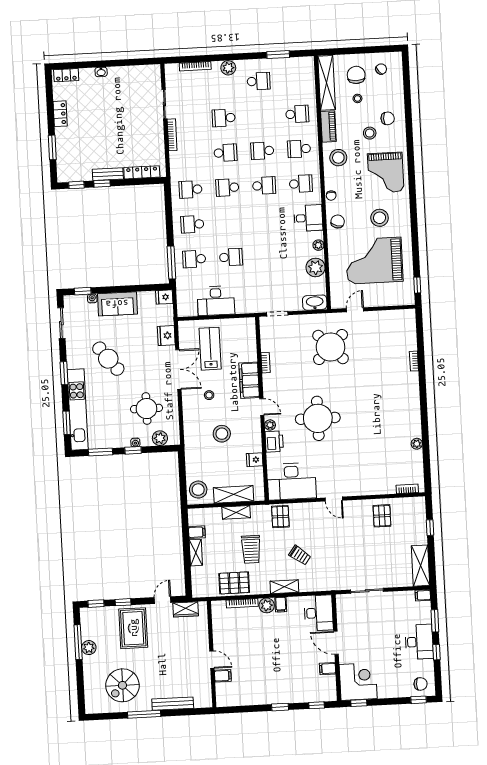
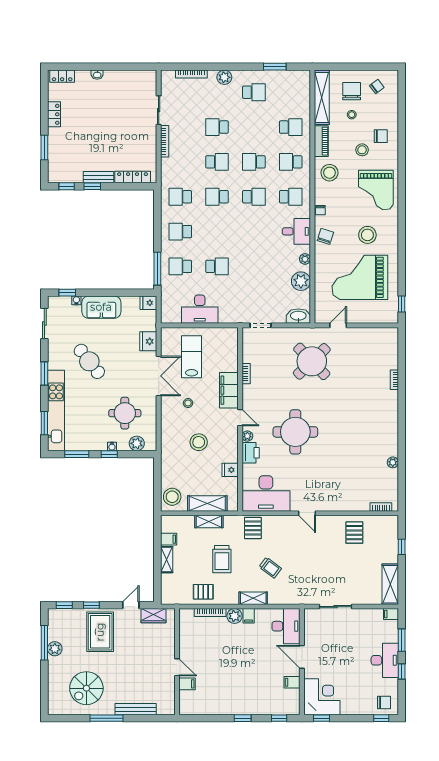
pallet: (234, 583) -> (203, 592), width x0.67, depth x0.71

